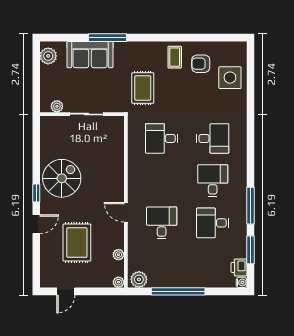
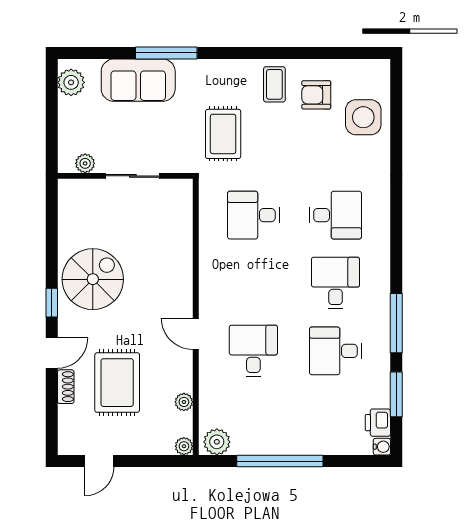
shoe rack: (45, 245) -> (66, 387), added

